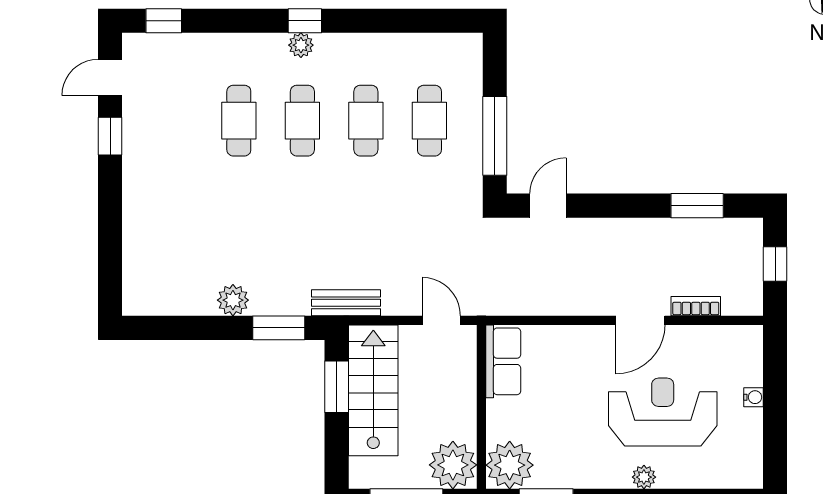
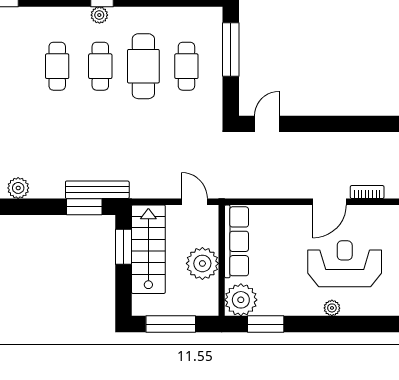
cafe table: (366, 121) -> (143, 66), width x1.37, depth x1.35
window: (495, 136) -> (231, 49), moved
window: (697, 206) -> (368, 124), removed
plant: (233, 300) -> (18, 188), moved
bench: (346, 303) -> (97, 190), moved, width x1.36
row of seats: (503, 361) -> (236, 241), width x1.48
plant: (453, 465) -> (202, 263), moved

